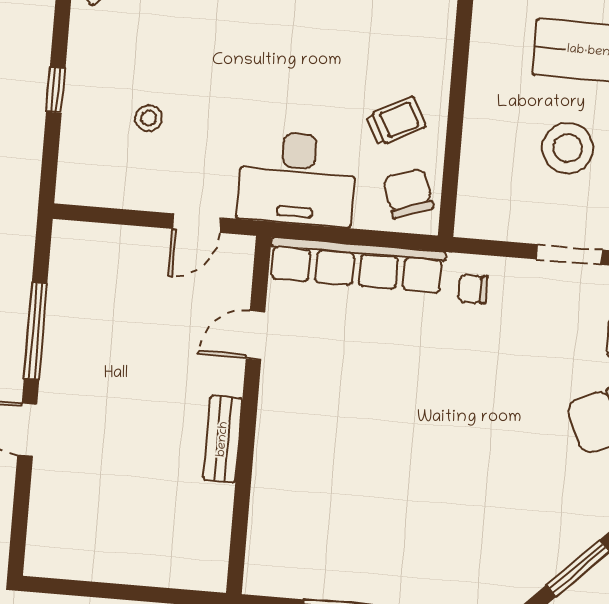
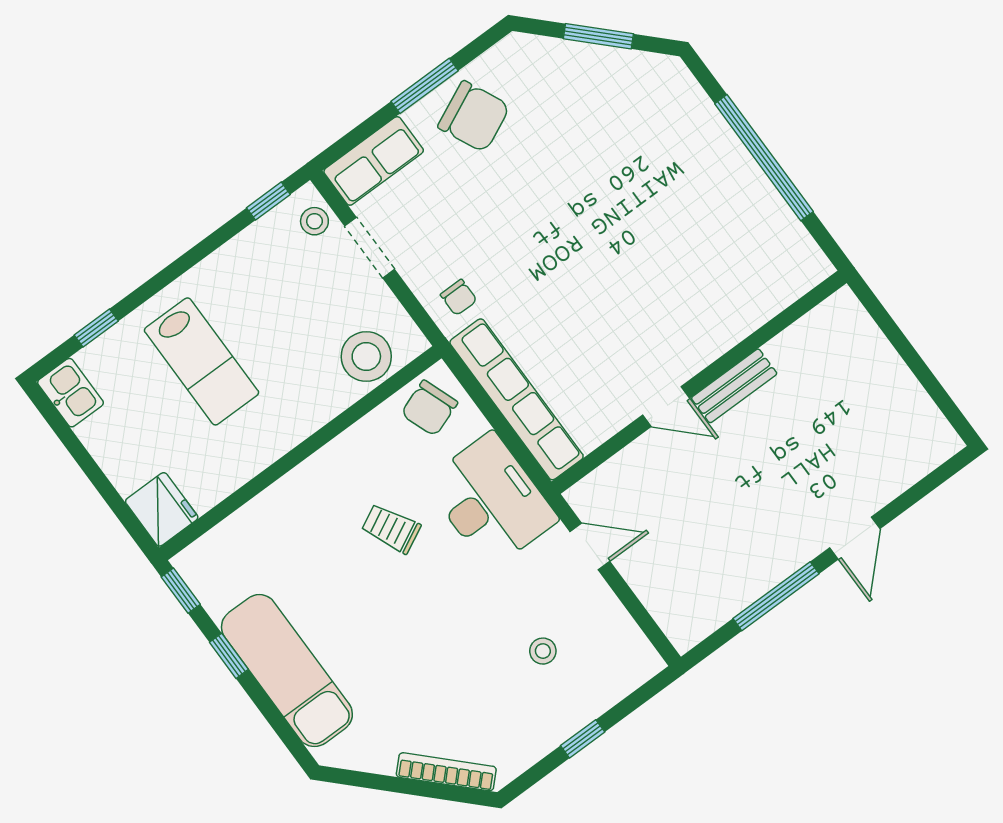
trolley: (396, 121) -> (391, 528), moved
stool: (568, 148) -> (366, 357), moved
door: (256, 335) -> (666, 407), moved

